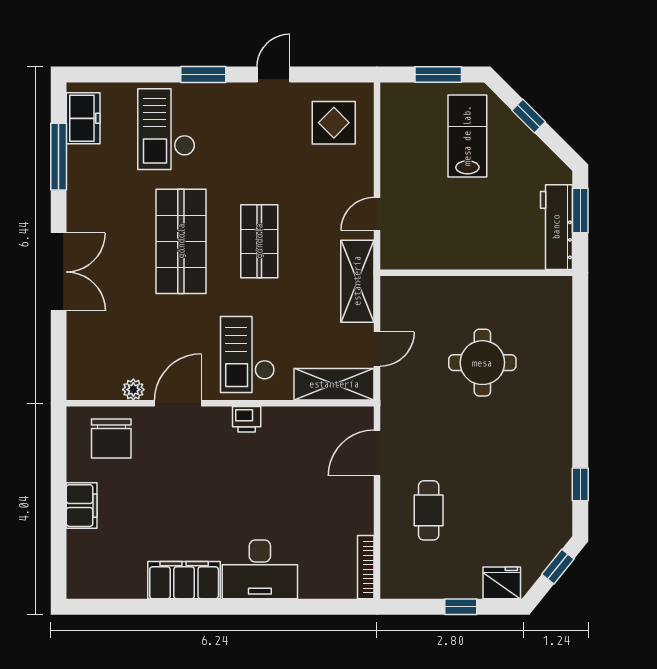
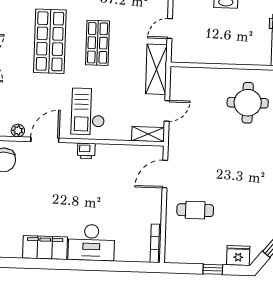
round table: (482, 363) -> (248, 103), moved
shelving: (334, 384) -> (148, 134), width x0.67, depth x0.75
cafe table: (429, 510) -> (195, 210), turned 90

